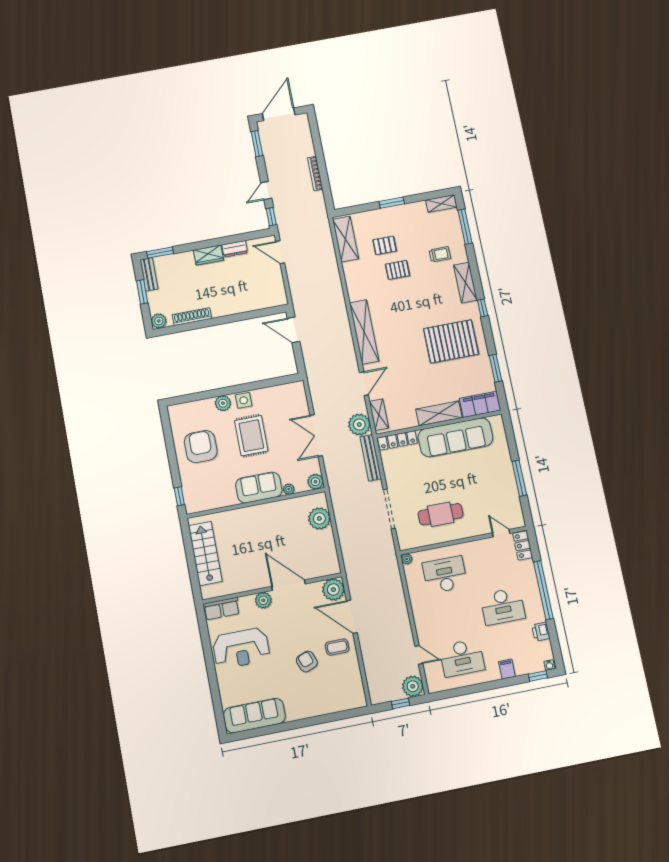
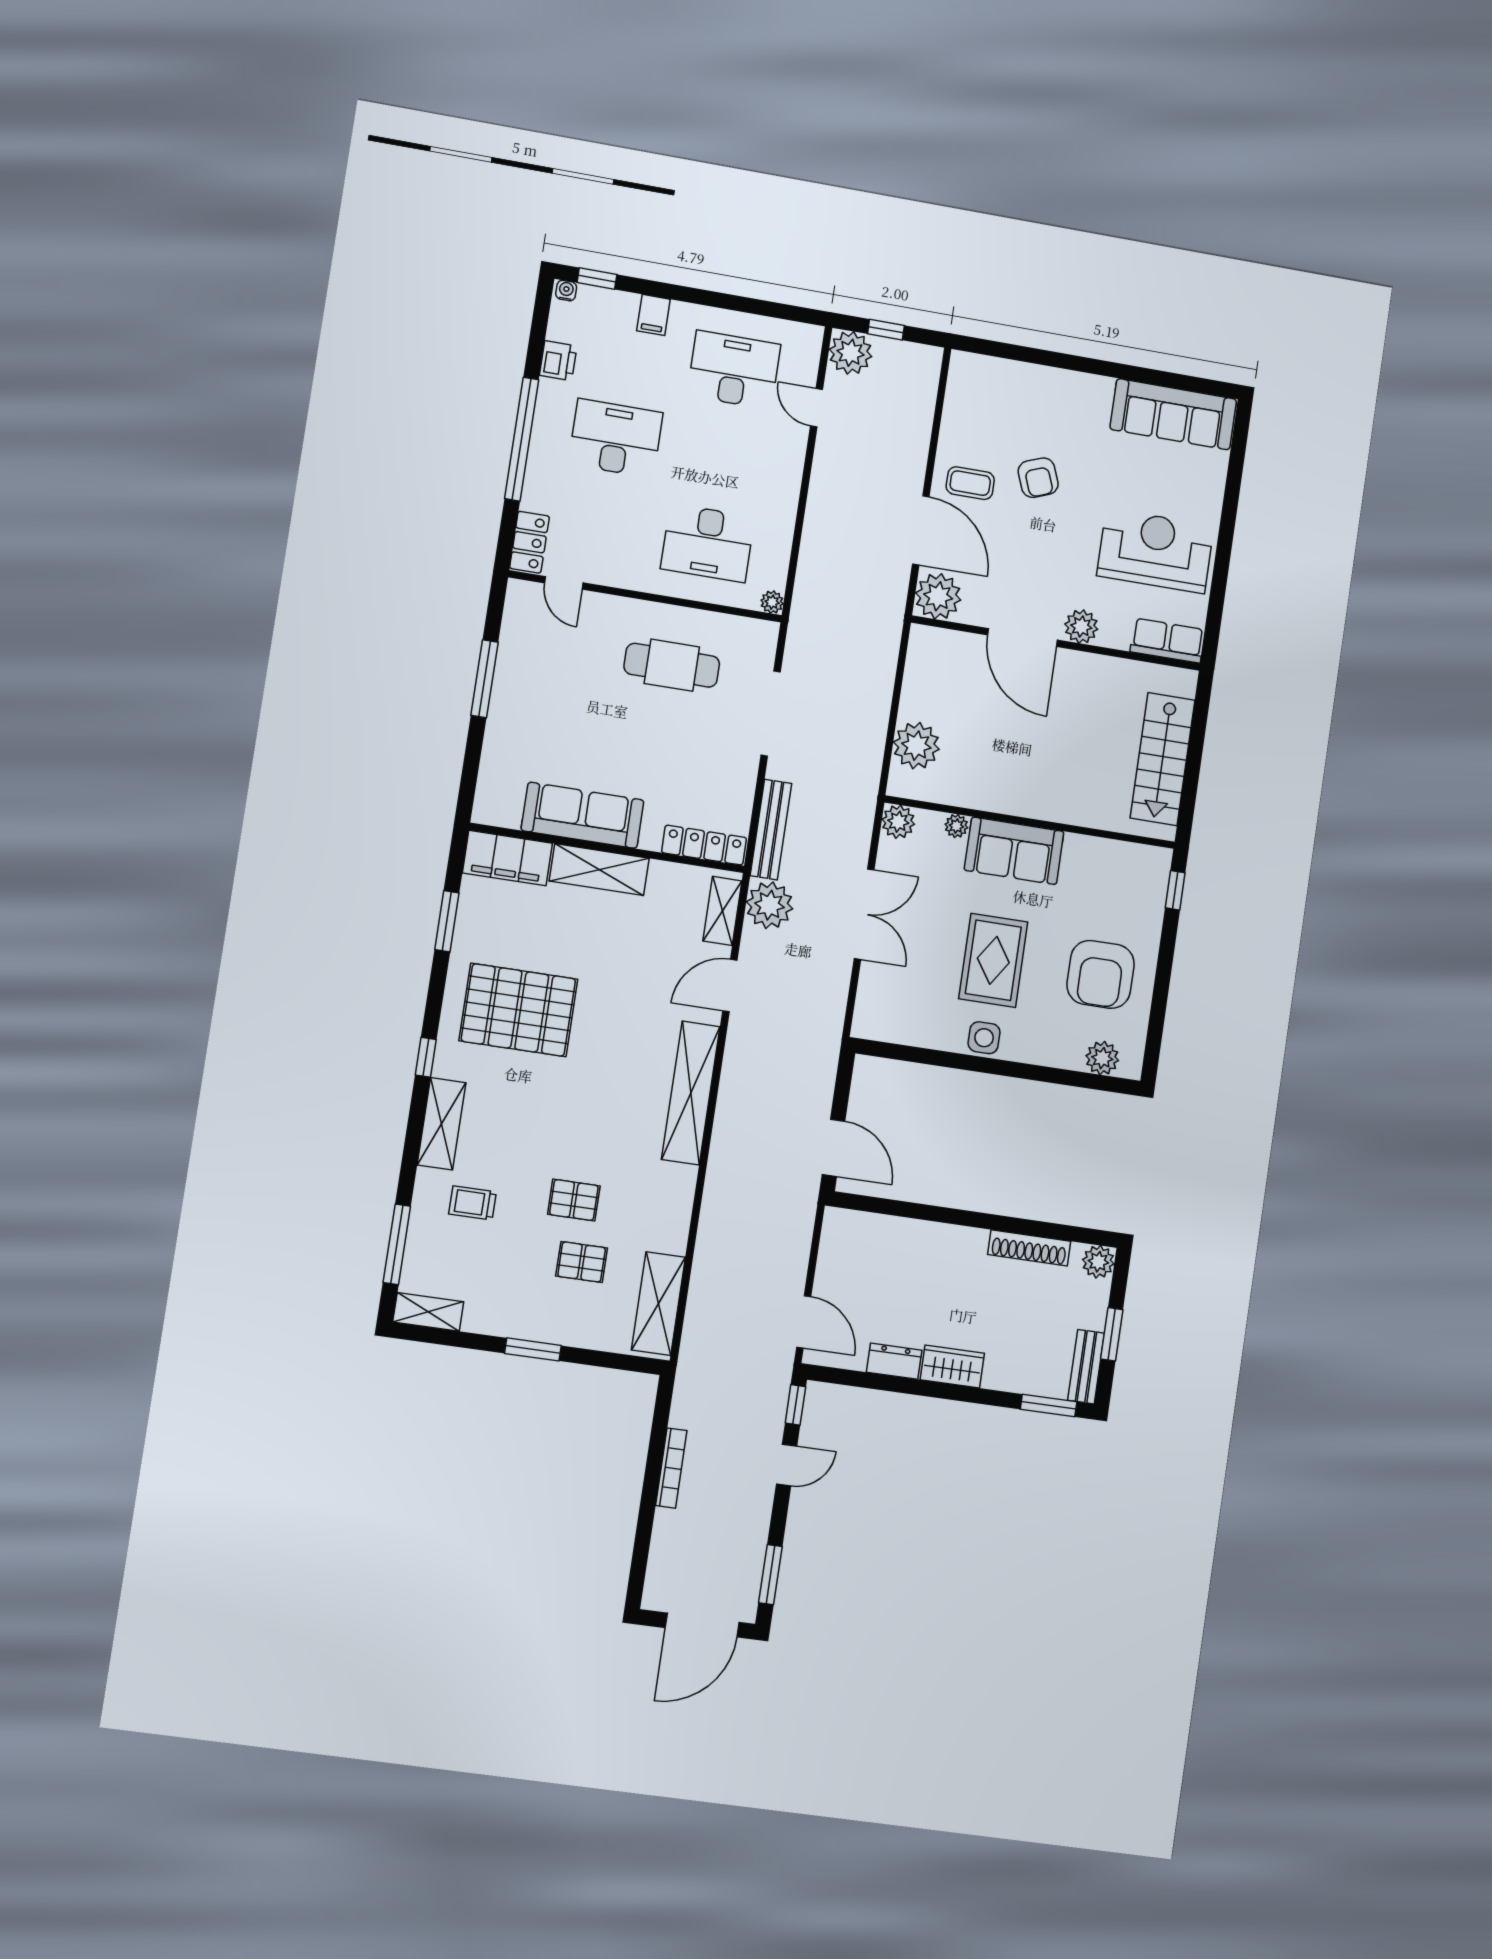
plant: (223, 403) -> (1102, 1058), moved
sofa: (455, 437) -> (583, 815), width x0.74, depth x0.79

